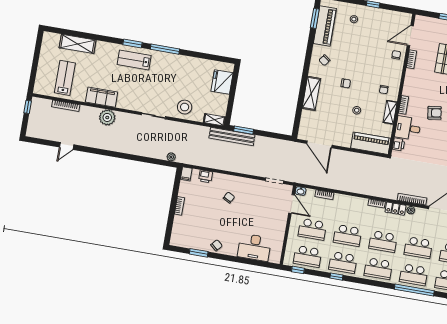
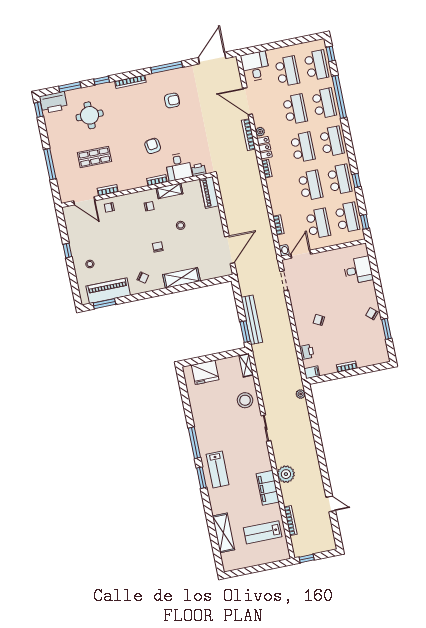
bench: (232, 137) -> (252, 320), moved
piano: (371, 143) -> (209, 193), width x0.73, depth x0.75
desk: (254, 247) -> (358, 270), width x0.73

